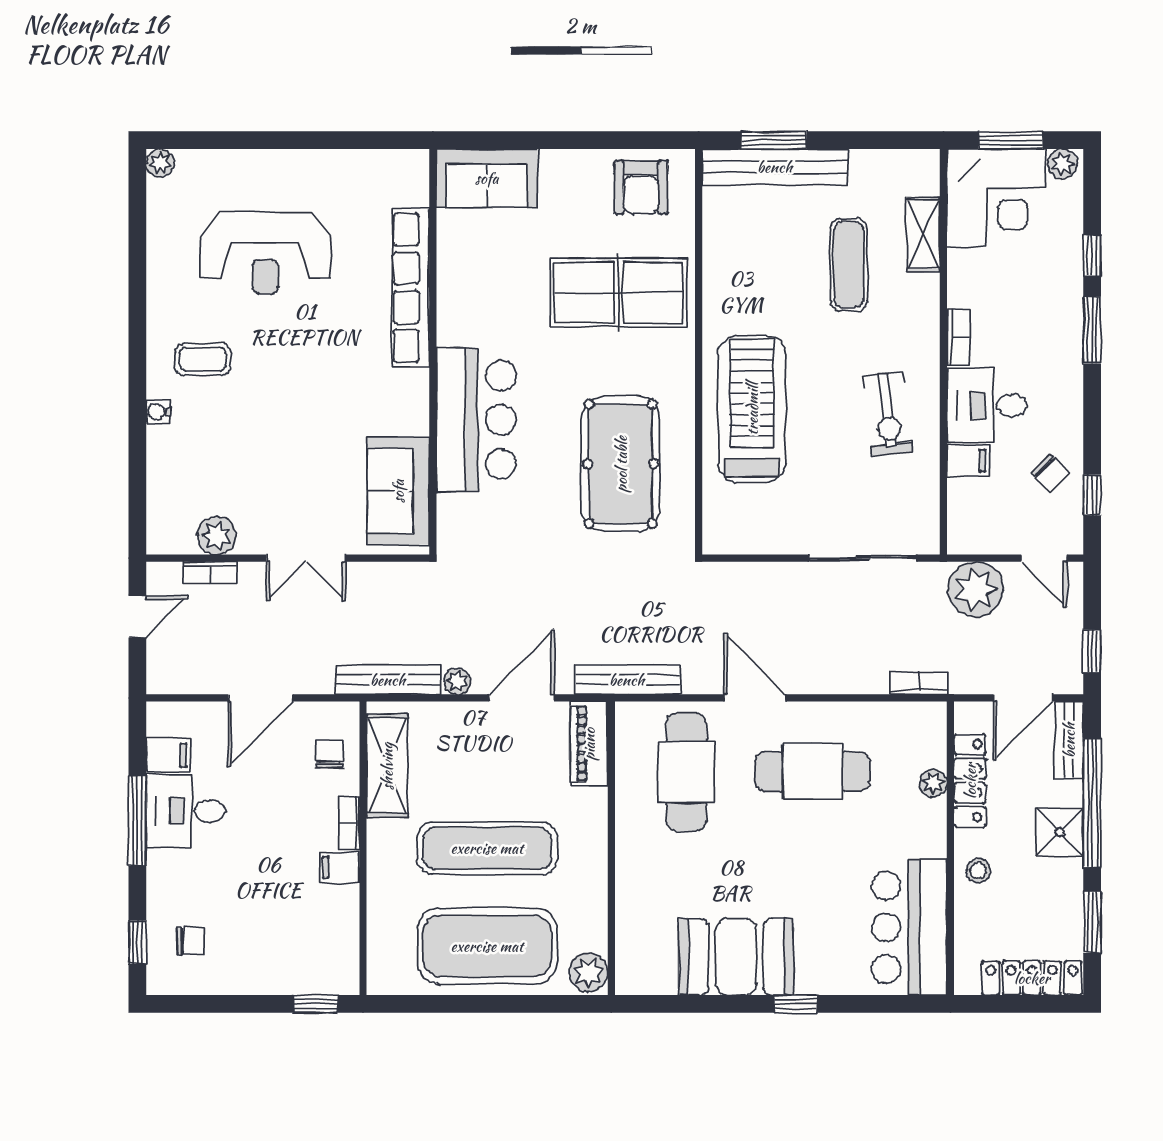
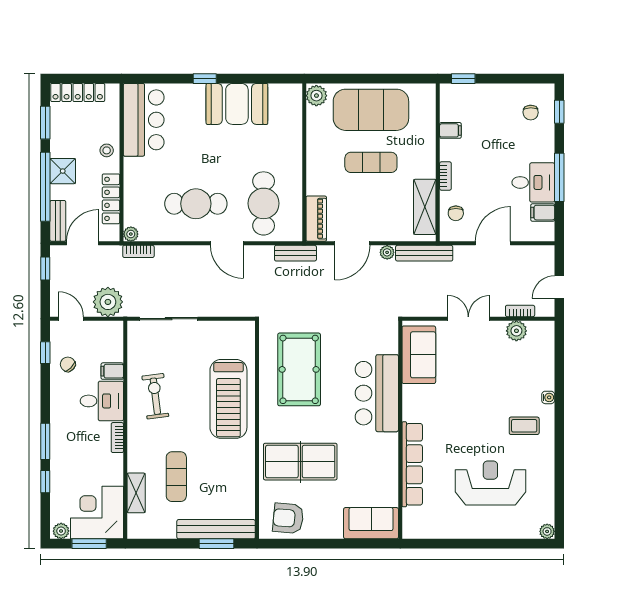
armchair: (641, 187) -> (288, 518), turned -85
bench: (627, 680) -> (295, 253), width x0.73
plant: (933, 783) -> (131, 234), moved
exercise mat: (487, 848) -> (371, 162), width x0.73, depth x0.69
filing cabinet: (340, 867) -> (450, 130), moved
chair: (191, 941) -> (531, 113), turned -91

